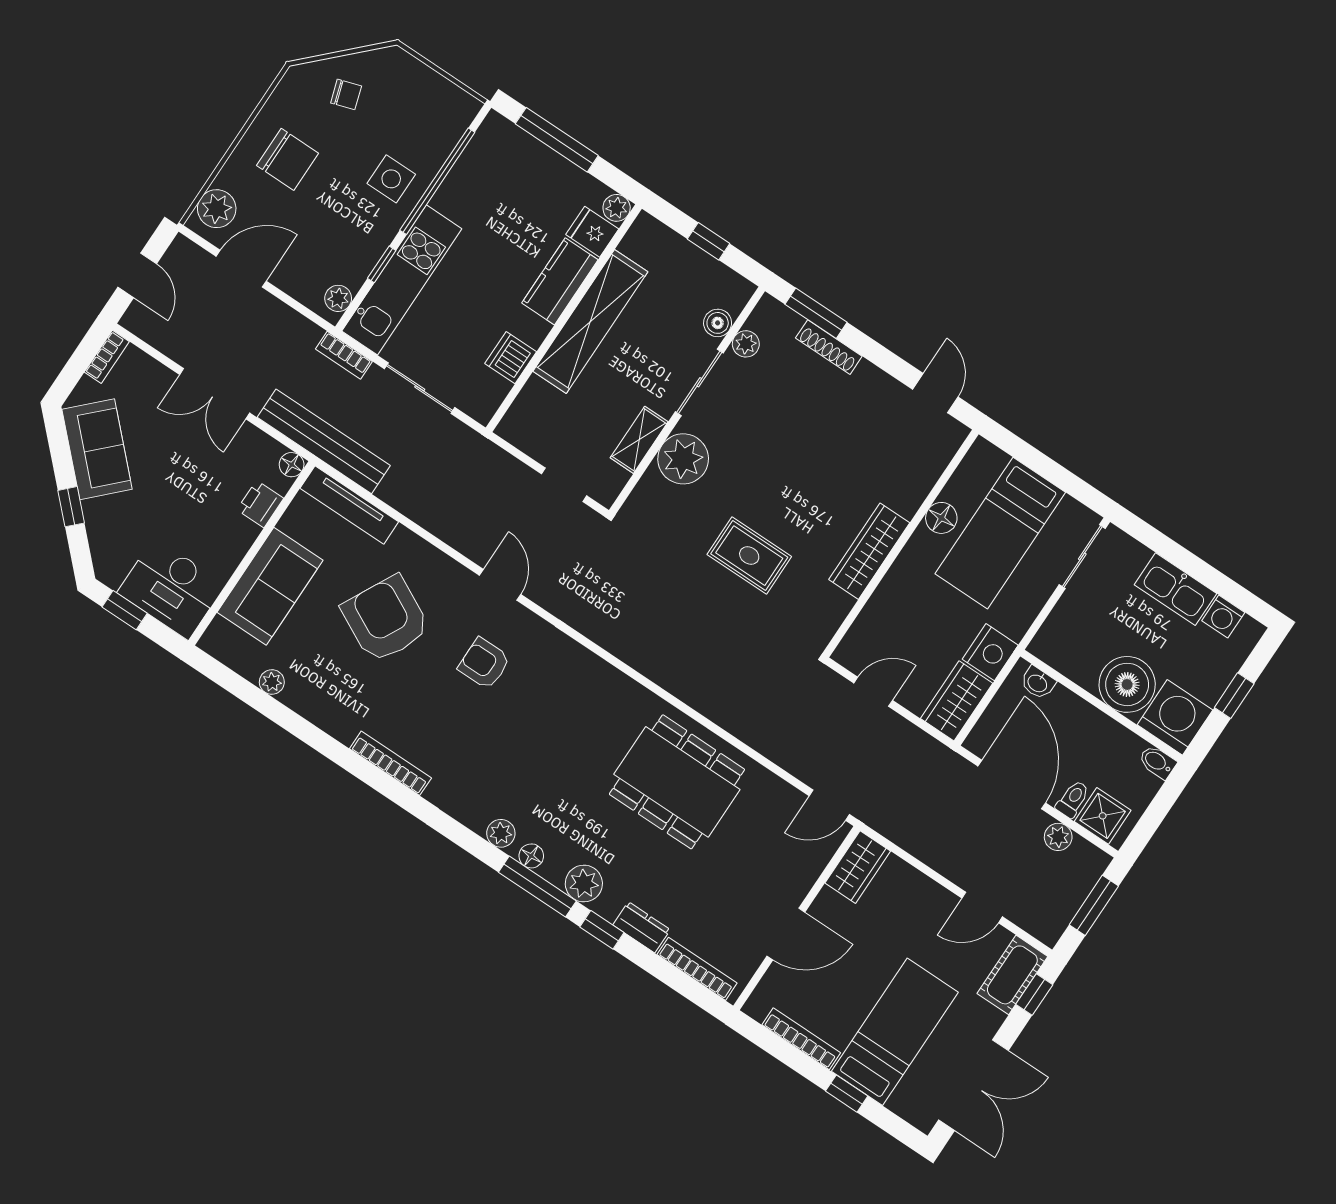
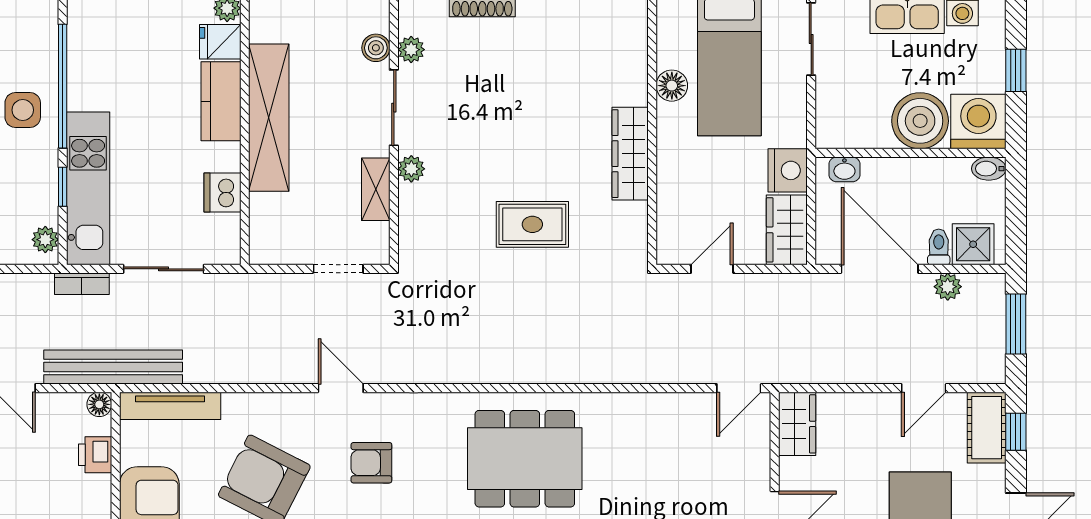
plant: (683, 459) -> (411, 169), width x0.53, depth x0.53
dining table: (677, 782) -> (525, 459), moved

